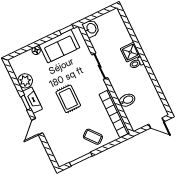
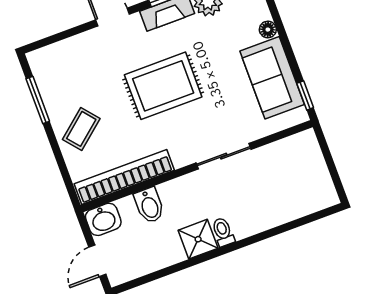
washbasin: (91, 28) -> (103, 219), moved
shower: (130, 52) -> (198, 239), moved
rug: (68, 99) -> (163, 86), width x1.36, depth x1.43

